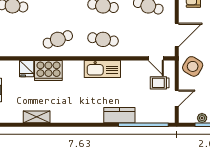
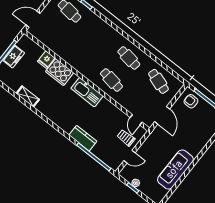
door: (177, 35) -> (162, 115), hinge flipped
cafe table: (58, 39) -> (82, 57), removed
side table: (193, 66) -> (156, 144), removed
kitchen sink: (102, 69) -> (87, 92), moved

